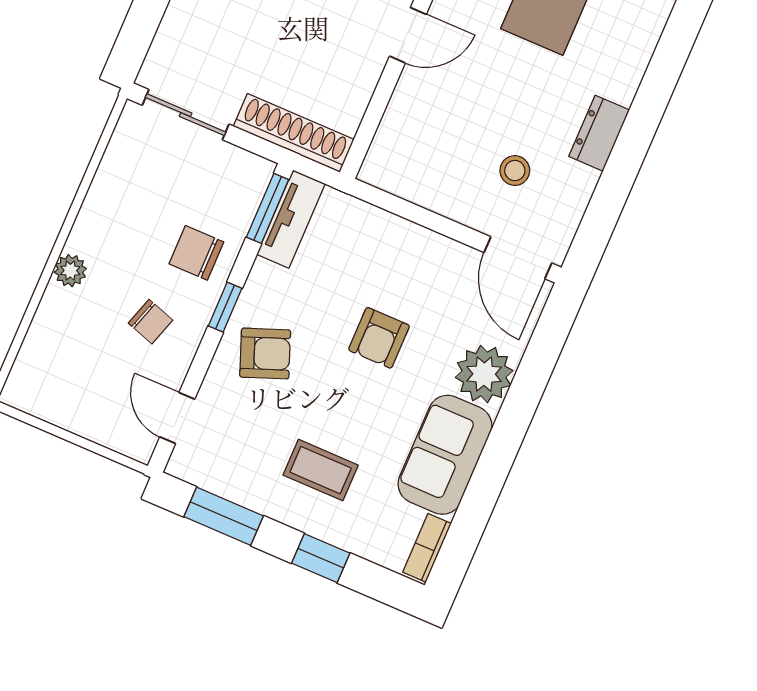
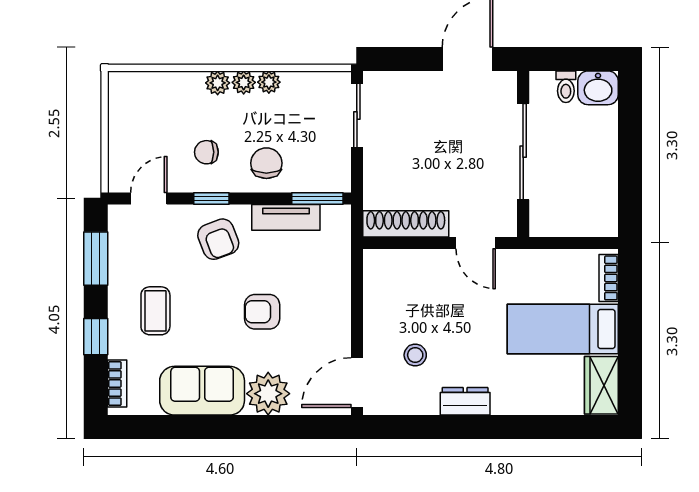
shoe rack: (294, 133) -> (406, 224), moved, turned -90
plant: (97, 206) -> (269, 82), added
tv unit: (291, 219) -> (286, 217), moved
plant: (84, 238) -> (244, 82), added
window: (225, 307) -> (211, 198), moved
chair: (150, 322) -> (206, 152), turned 72
bookcase: (427, 548) -> (117, 384), moved, turned 90

